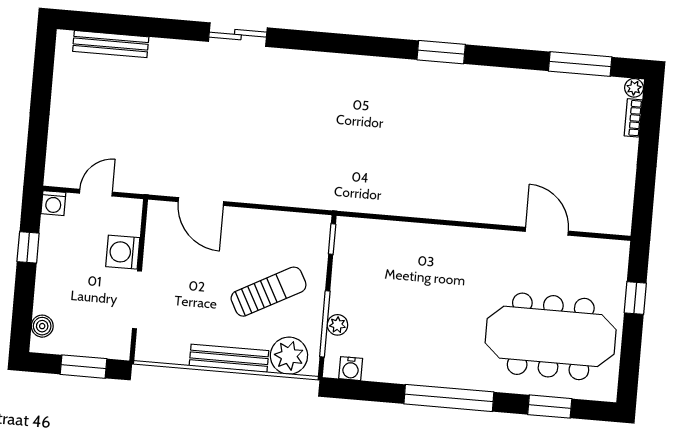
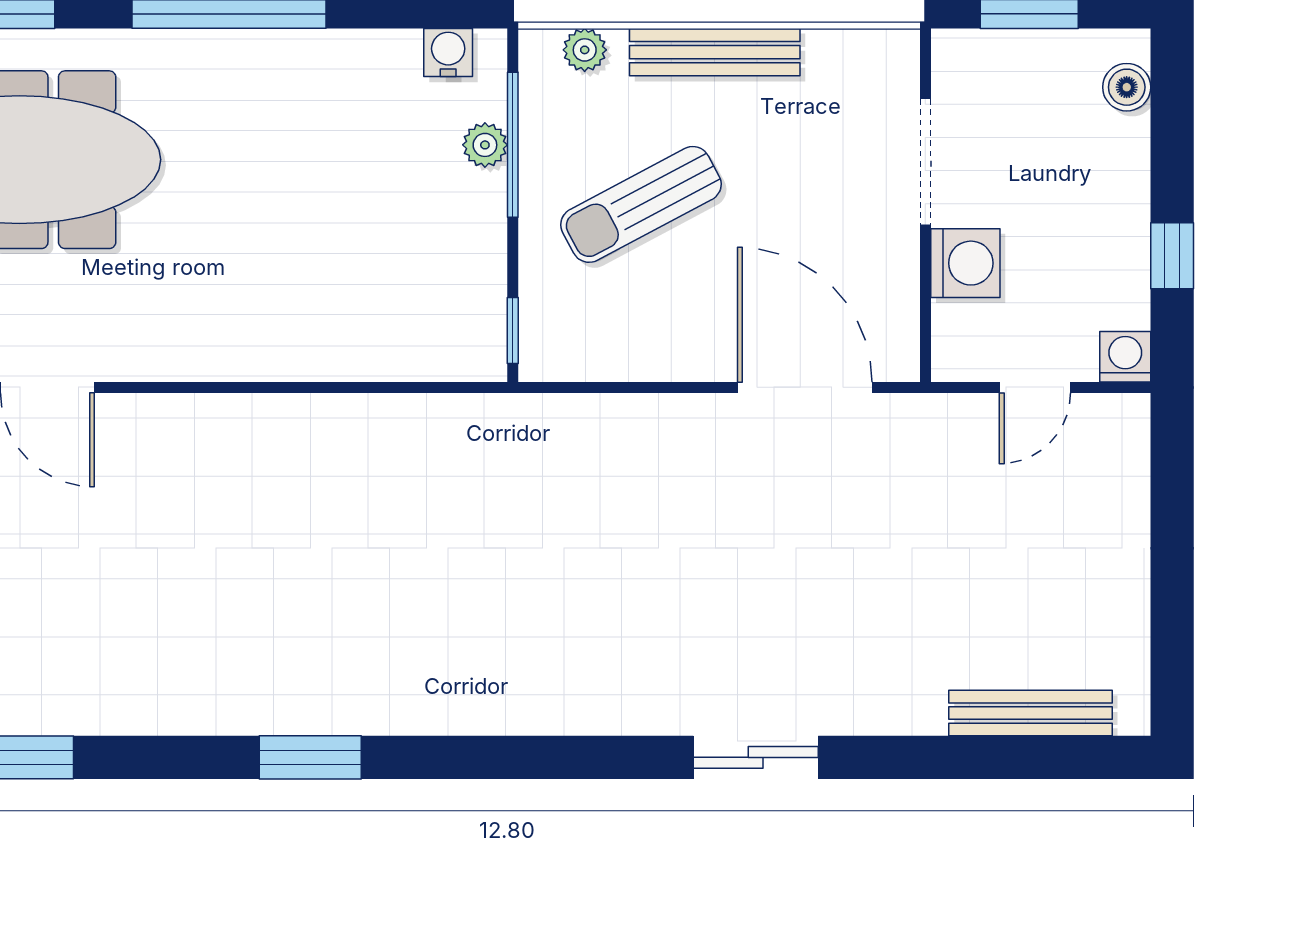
door: (201, 202) -> (805, 387), width x1.36
plant: (289, 356) -> (585, 50), width x0.53, depth x0.53

